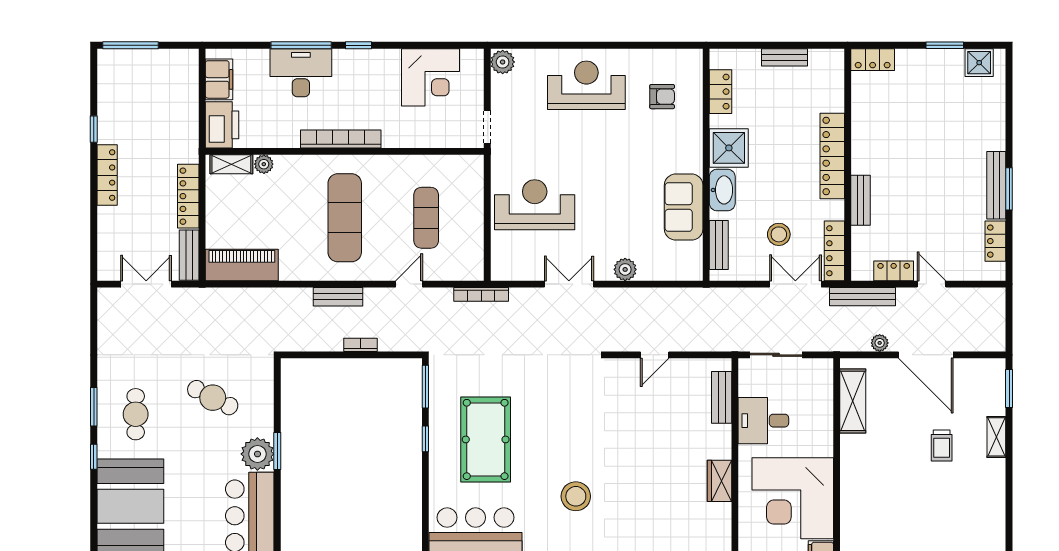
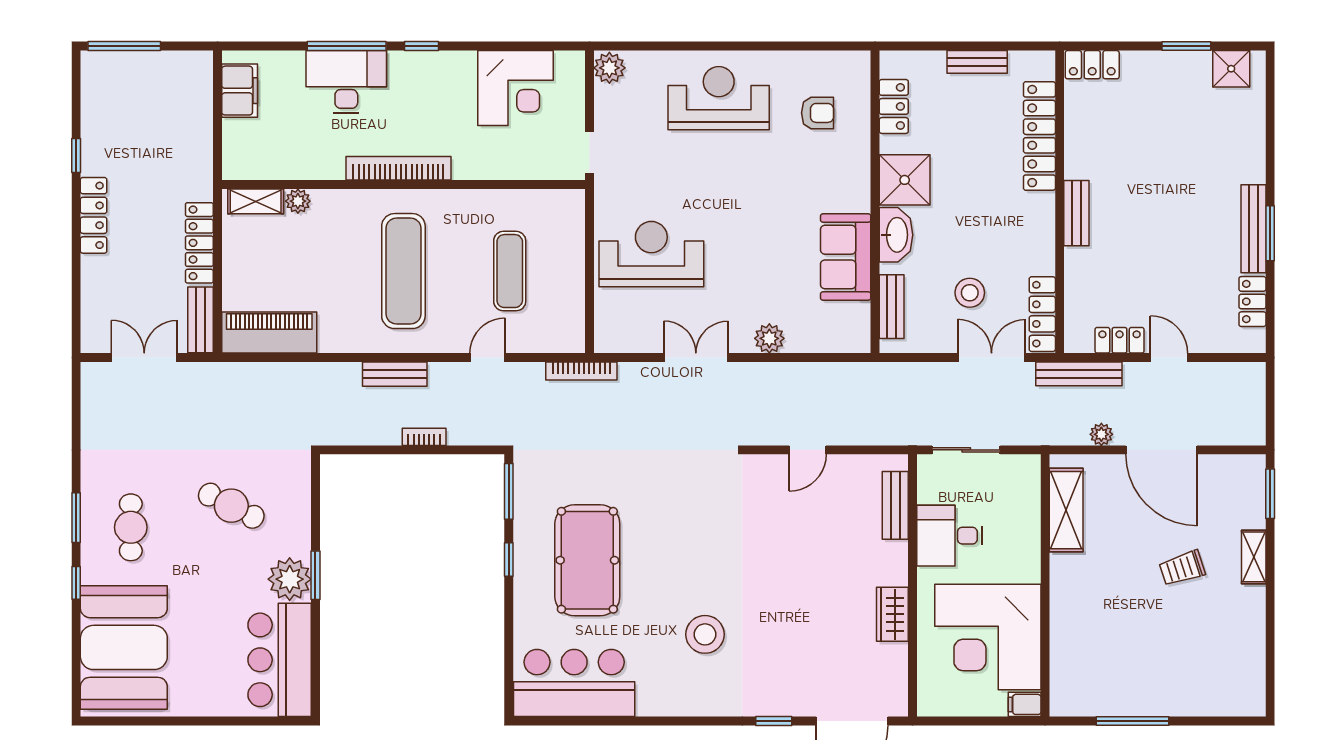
printer: (222, 125) -> (244, 150), removed
locker: (832, 156) -> (1039, 136), moved
bench: (861, 200) -> (1076, 213), moved
trolley: (942, 446) -> (1182, 568), turned 72

